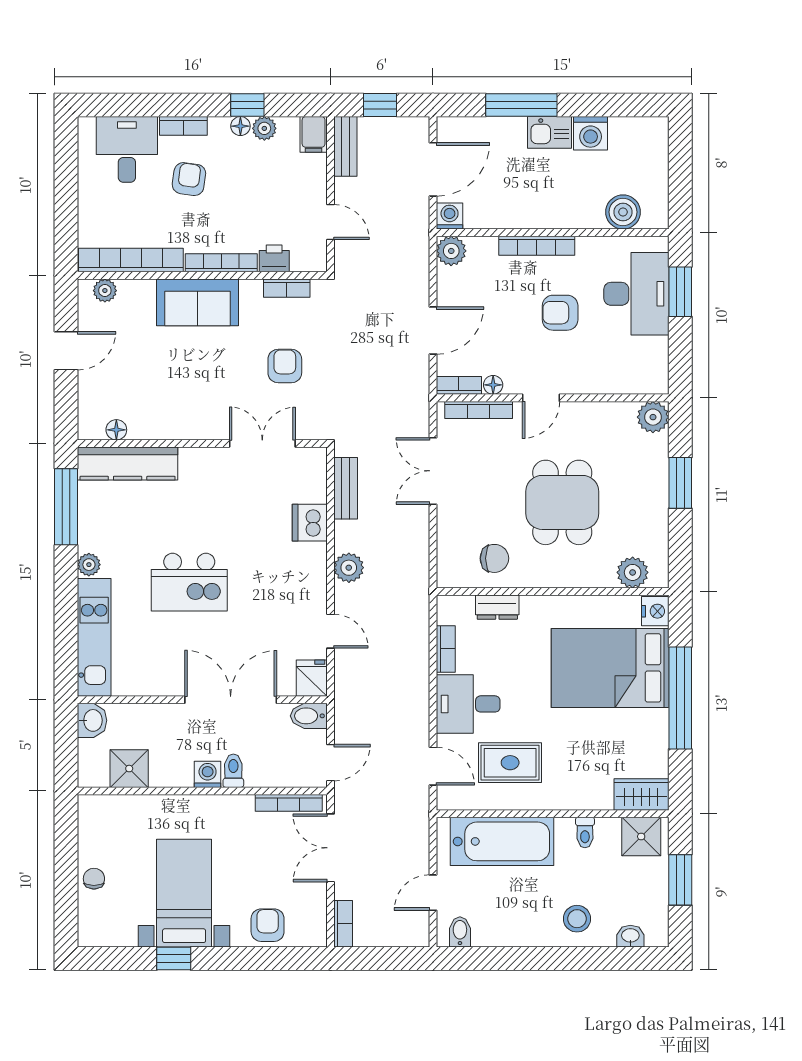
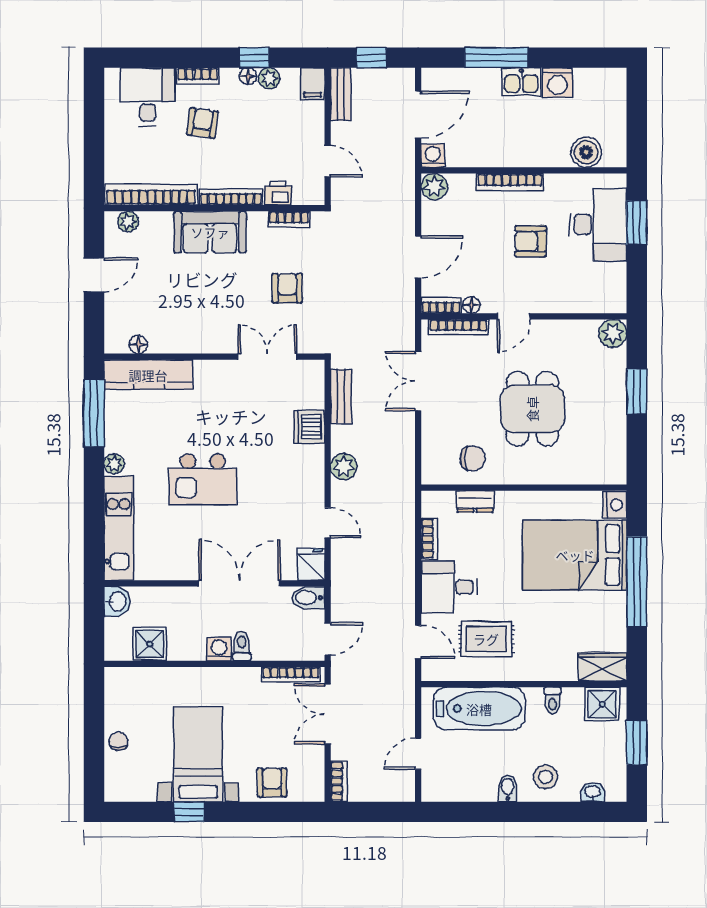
plant: (633, 572) -> (595, 471), removed
bidet: (460, 932) -> (508, 788), moved

